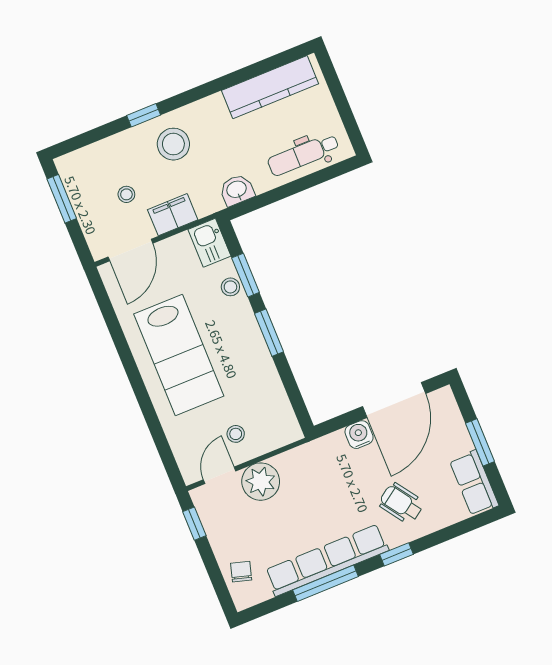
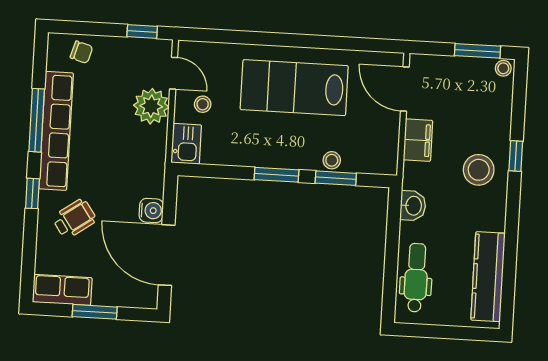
stool: (126, 194) -> (503, 68), moved
kitchen sink: (209, 243) -> (186, 144), moved, turned 90

